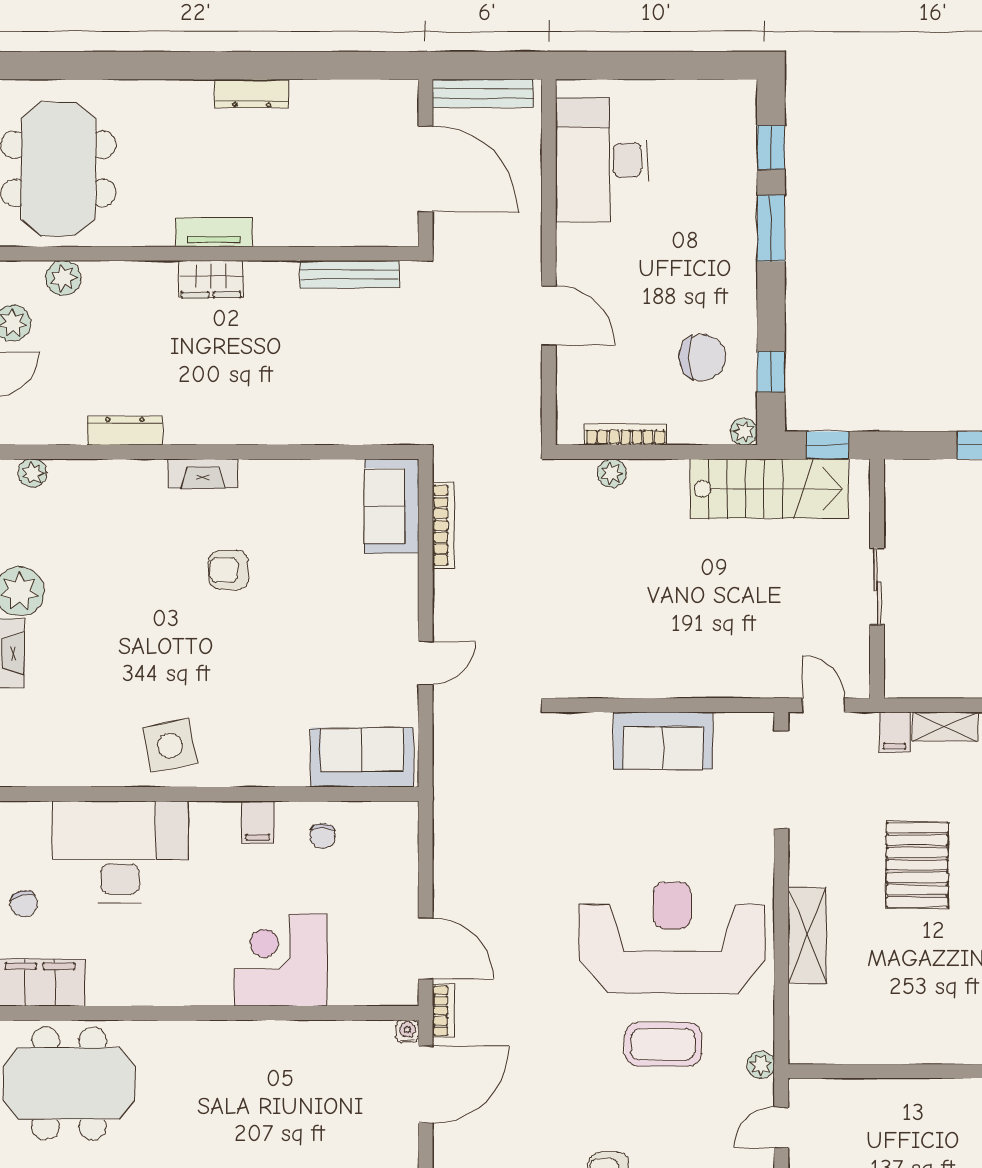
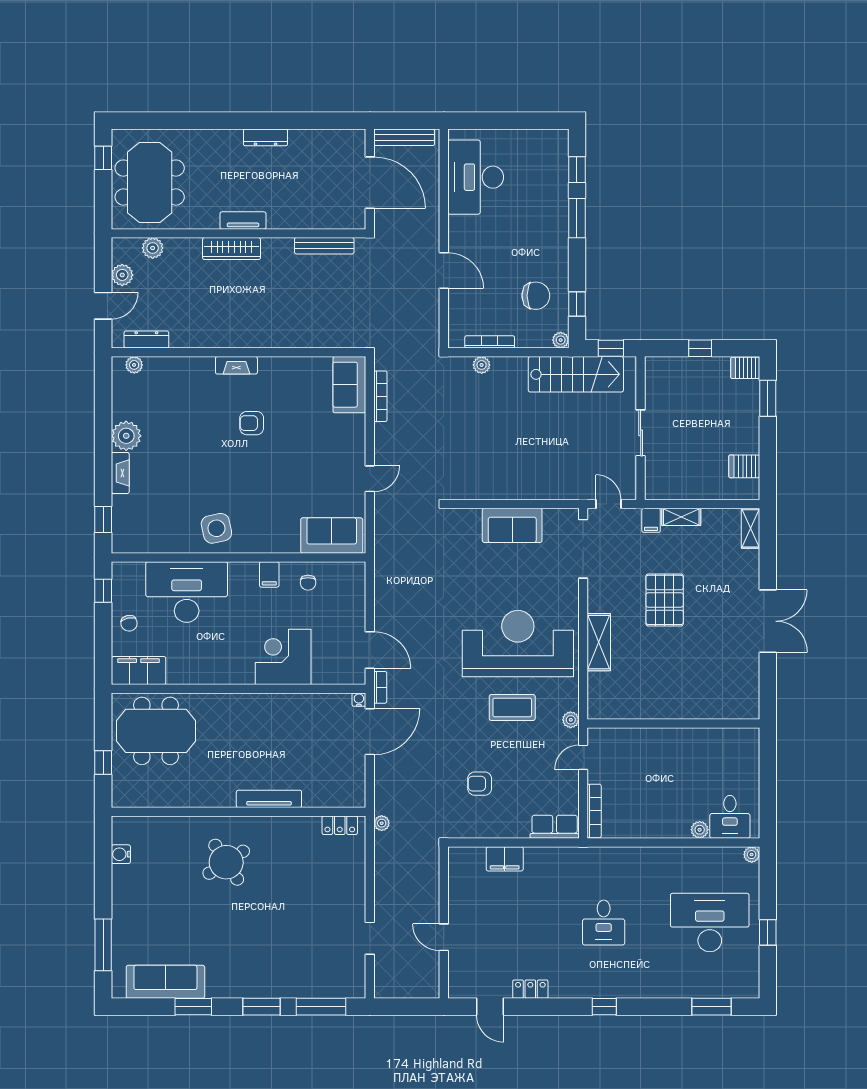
wardrobe: (211, 279) -> (232, 249), width x1.50
dresser: (125, 431) -> (146, 340), moved

